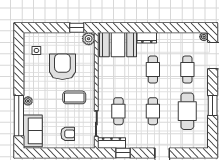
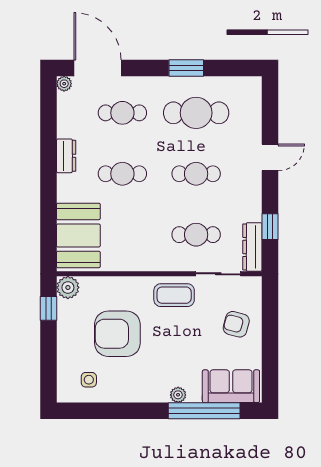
dresser: (147, 38) -> (66, 156), moved
coffee table: (74, 97) -> (174, 295), moved, turned 90
armchair: (68, 134) -> (236, 324), turned -75

